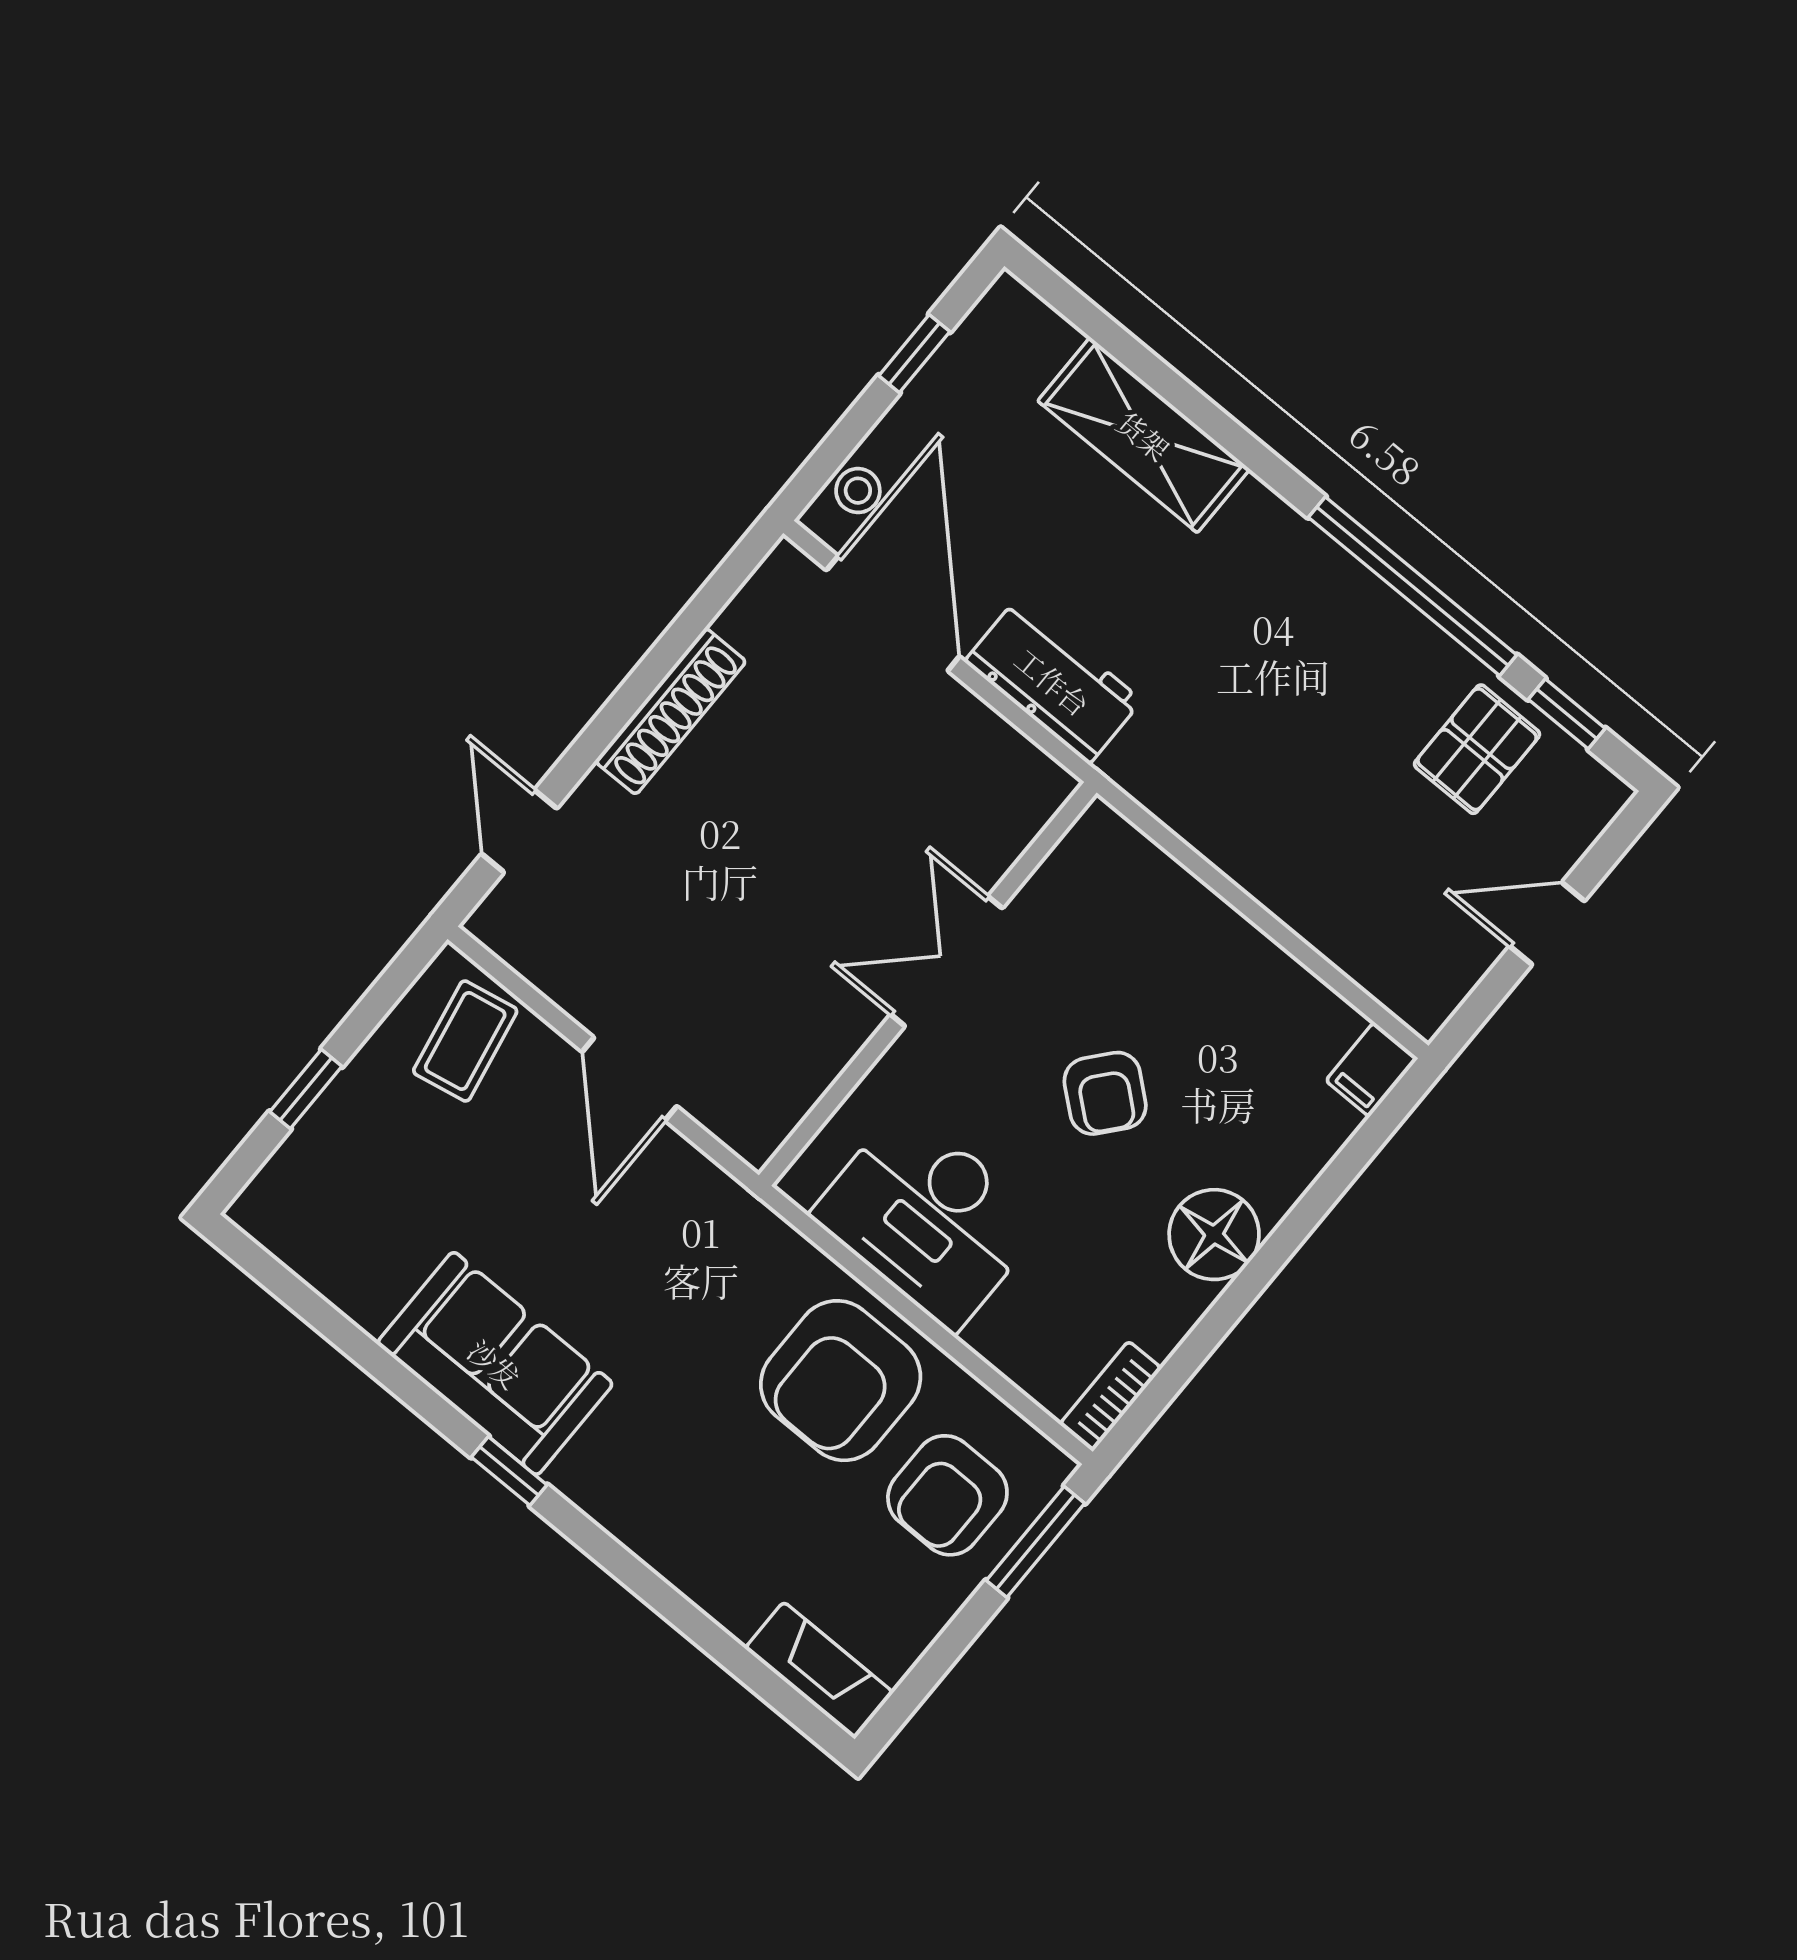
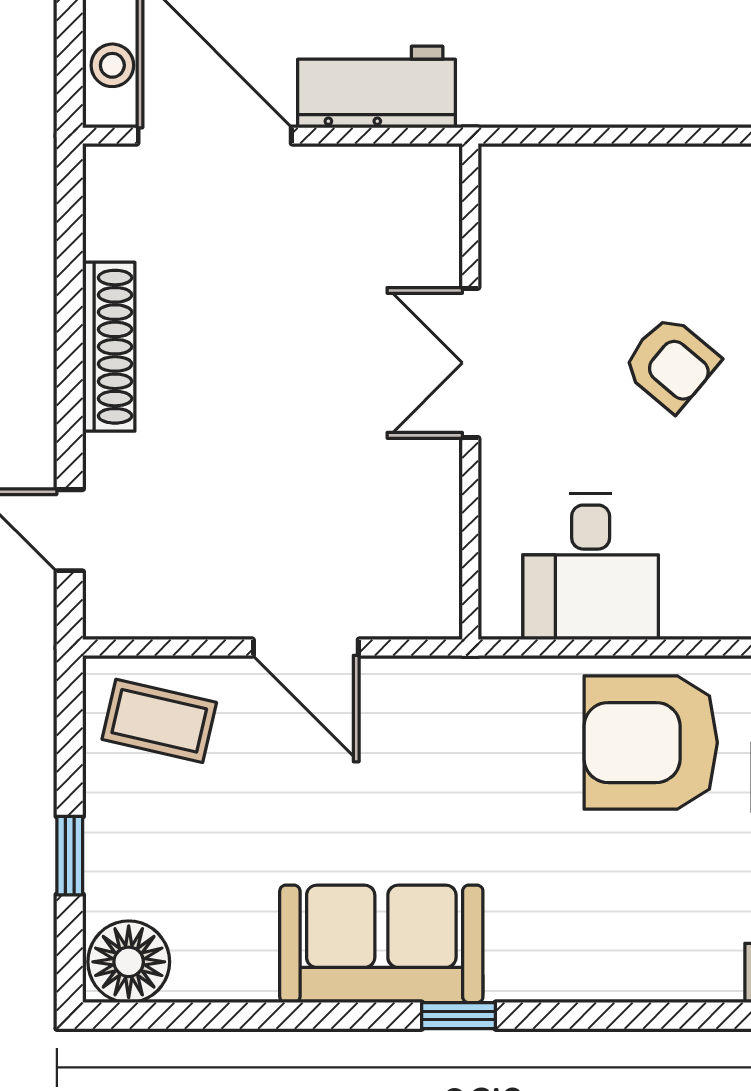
coffee table: (465, 1041) -> (159, 721), turned -66
floor lamp: (283, 1212) -> (129, 962), added
desk: (928, 1218) -> (591, 567), width x0.73
armchair: (841, 1381) -> (651, 743), turned 90

